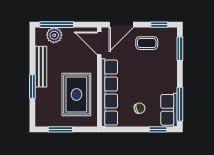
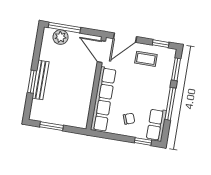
bench: (41, 67) -> (41, 80), moved
rug: (76, 94) -> (72, 96), removed
window: (180, 104) -> (170, 104), moved

